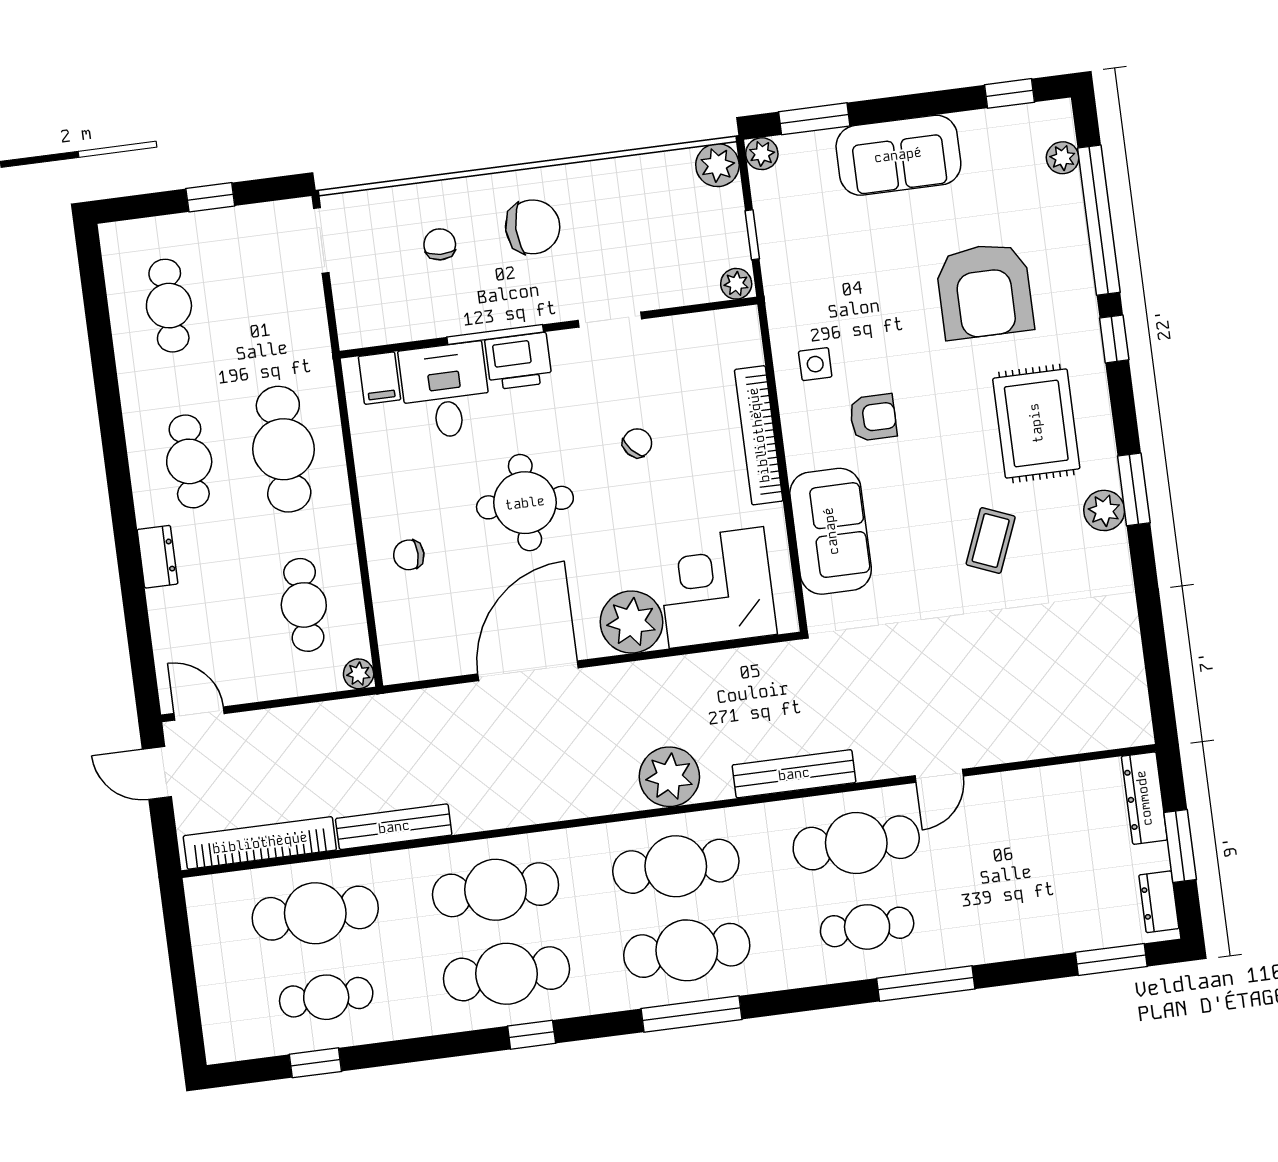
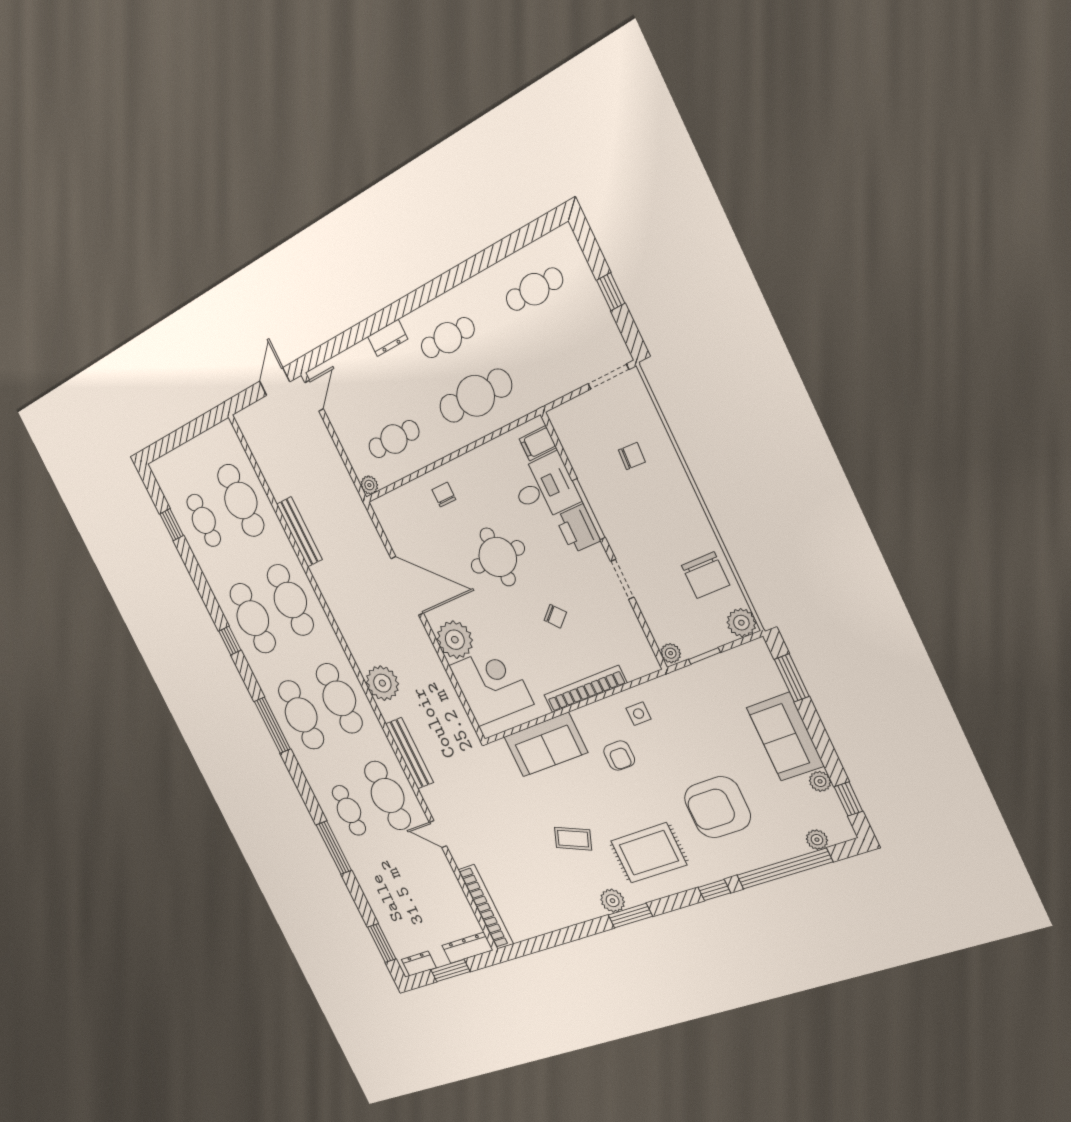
plant: (762, 154) -> (820, 781), moved
chair: (533, 227) -> (706, 575), moved
bookcase: (260, 843) -> (486, 907), moved

